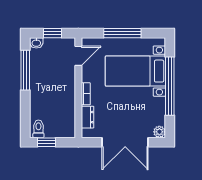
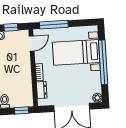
window: (122, 33) -> (54, 25), moved
window: (46, 142) -> (22, 111), moved

